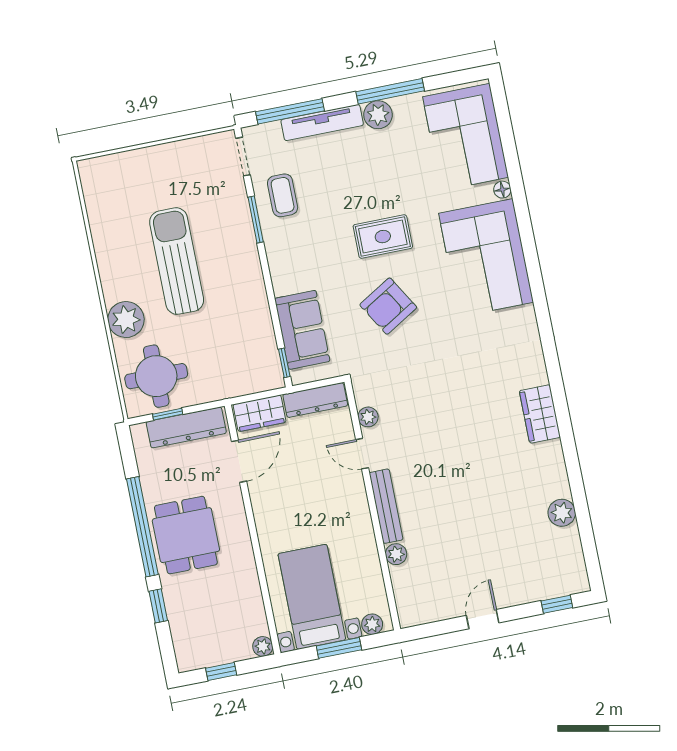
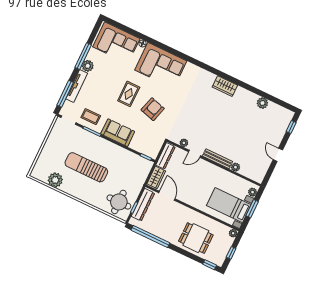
armchair: (388, 306) -> (153, 109), turned -133
plant: (126, 320) -> (55, 180), moved
sofa: (302, 330) -> (118, 133), moved
window: (142, 527) -> (150, 236), moved
dining table: (186, 535) -> (196, 238), moved
window: (158, 606) -> (210, 265), moved

